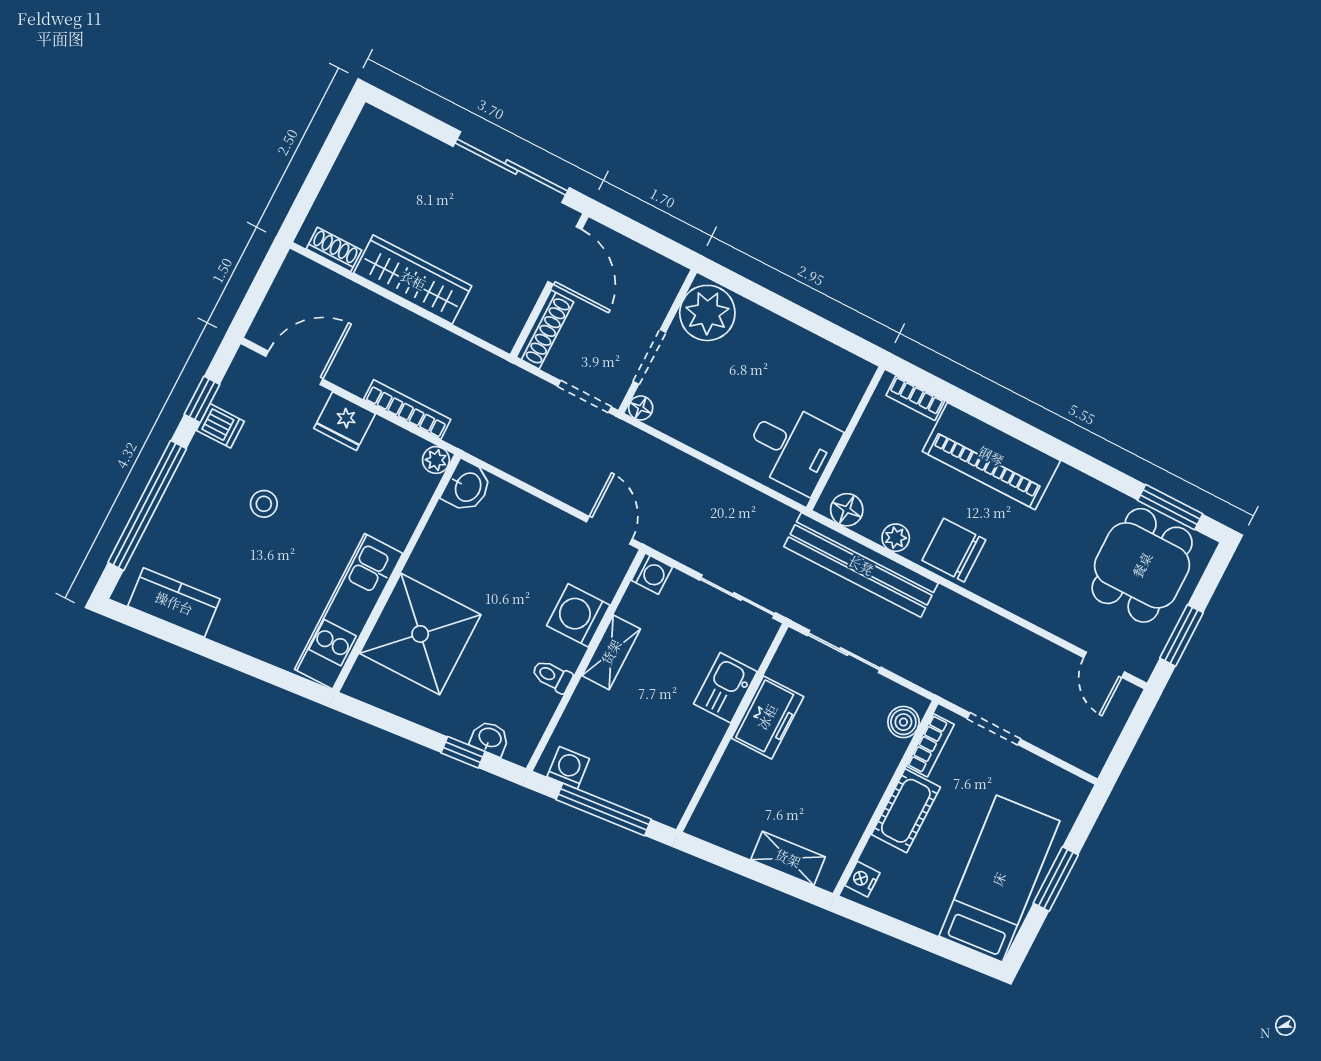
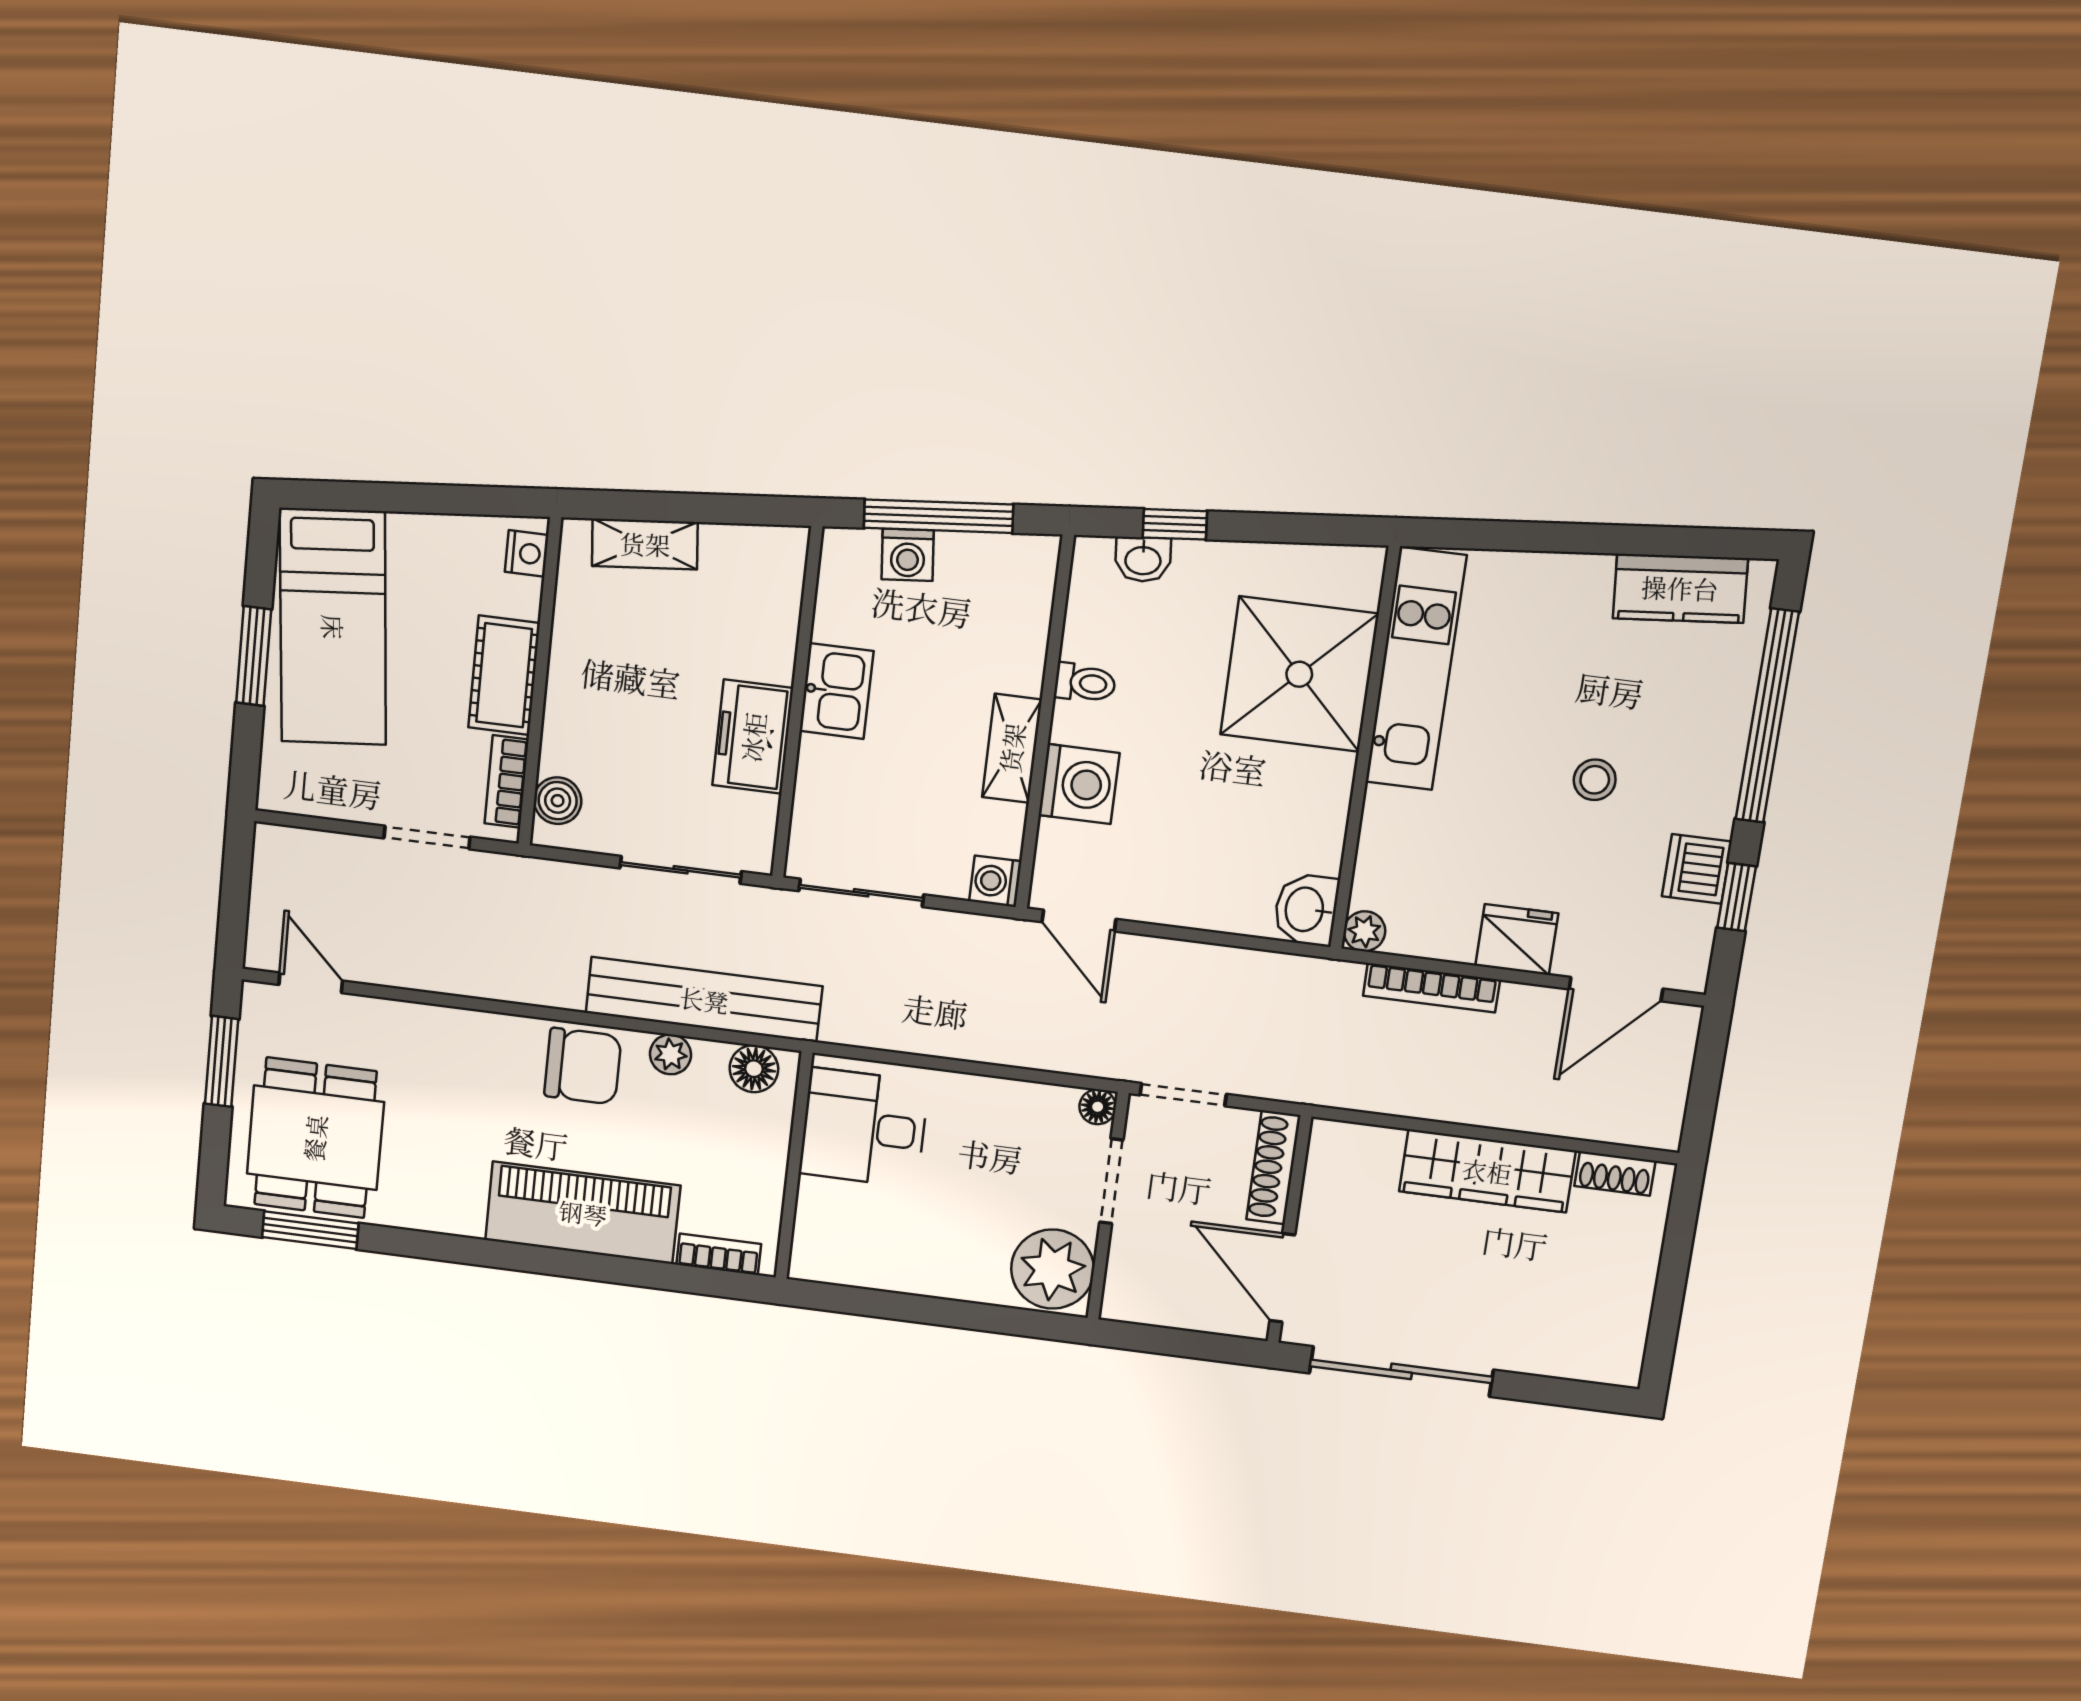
dishwasher: (220, 426) -> (1697, 869), width x1.38
kitchen sink: (725, 688) -> (837, 691), moved
washing machine: (568, 768) -> (908, 555), moved

